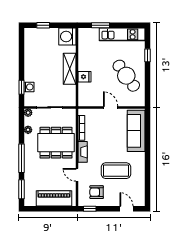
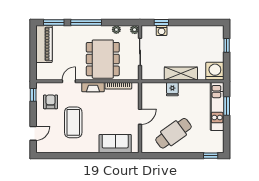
kitchen unit: (122, 34) -> (217, 106), moved
window: (148, 55) -> (211, 156), moved
sofa: (136, 131) -> (115, 144), width x0.73
piano: (54, 198) -> (44, 44), moved

